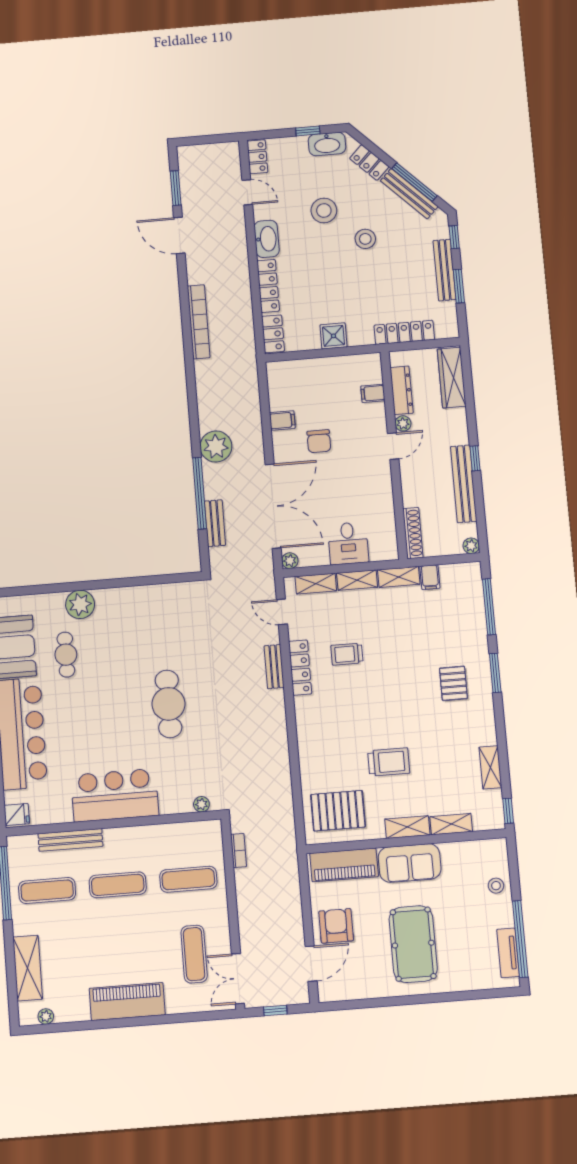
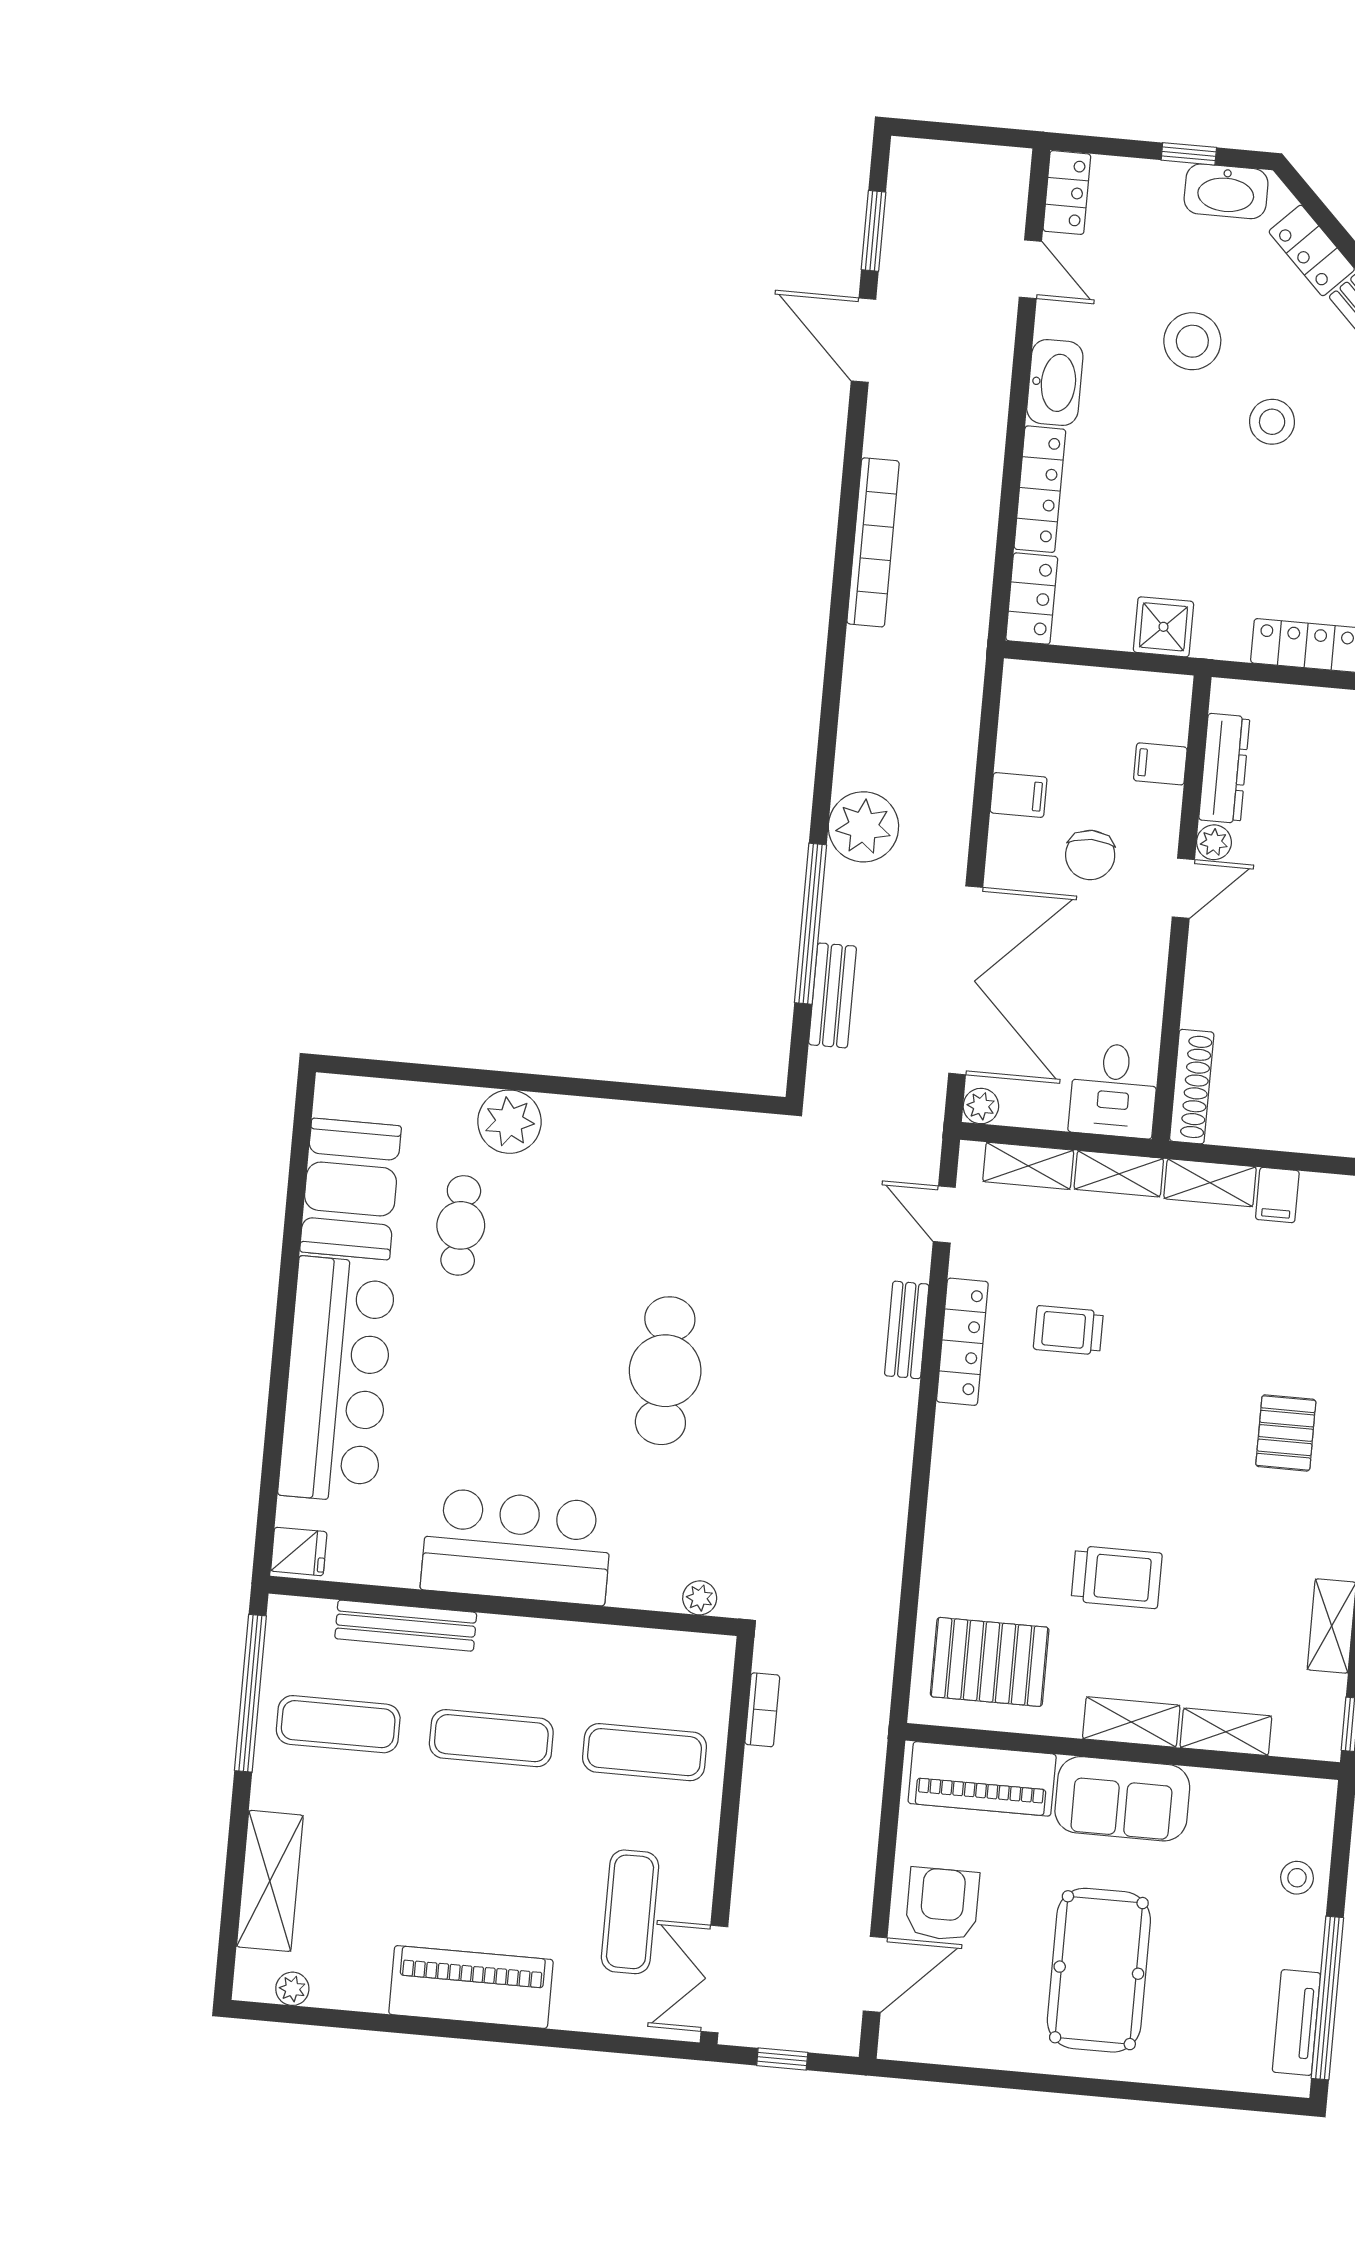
dresser: (402, 390) -> (1224, 768), moved
filing cabinet: (373, 393) -> (1160, 764), moved
plant: (403, 423) -> (1214, 842), moved
door: (393, 446) -> (1183, 888), moved
wall: (394, 455) -> (1182, 908), moved
shoe rack: (413, 533) -> (1192, 1087), moved

